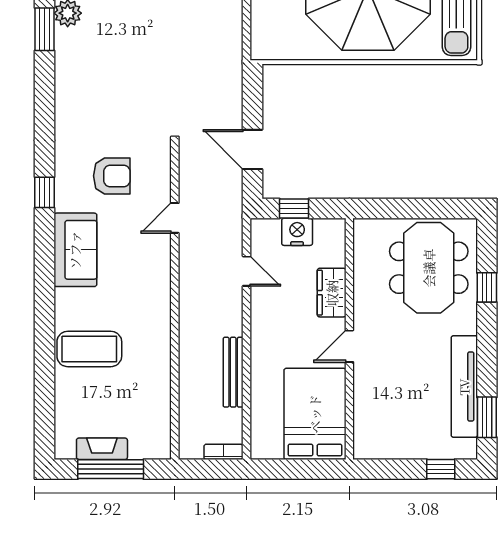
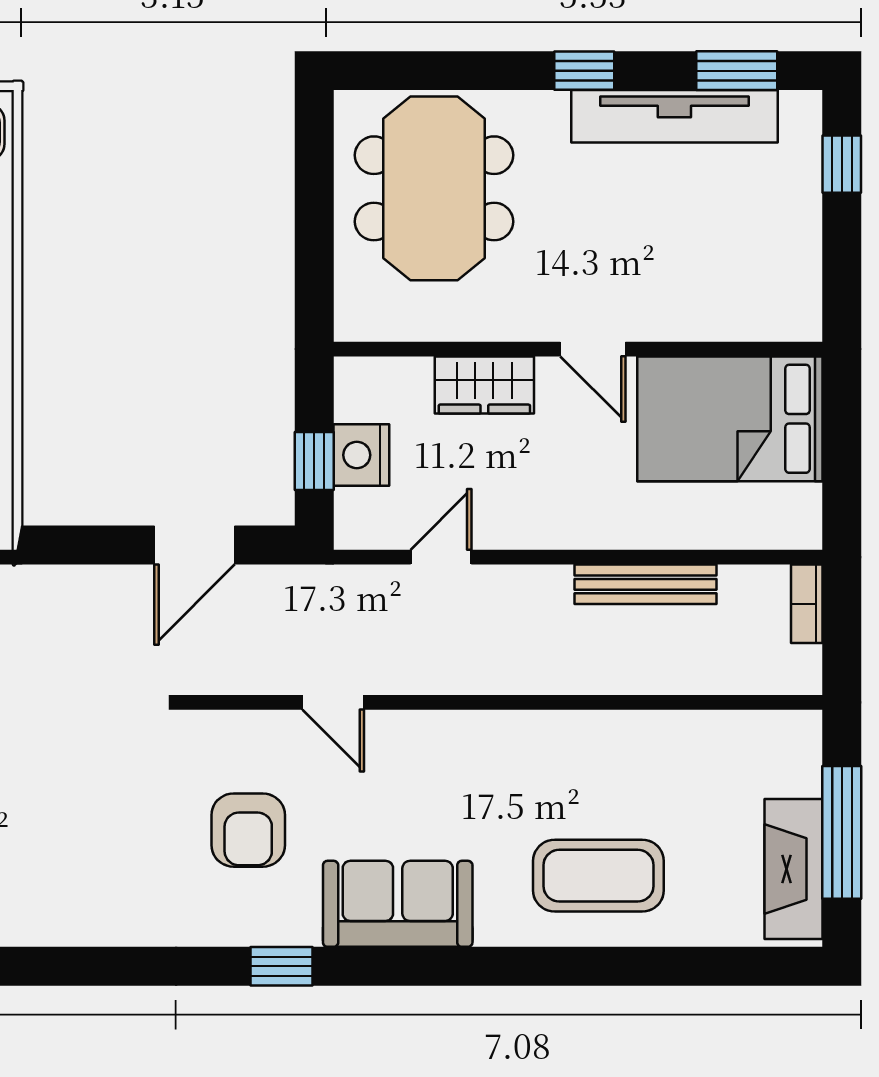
armchair: (112, 176) -> (248, 830), turned 180
meeting table: (429, 268) -> (434, 188), turned 90
window: (487, 287) -> (584, 71), moved
coffee table: (89, 349) -> (598, 876), turned 90
fireplace: (102, 449) -> (794, 869), width x1.37, depth x1.32

